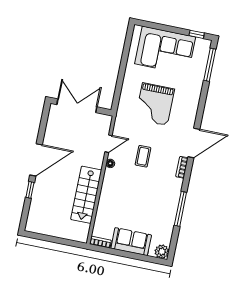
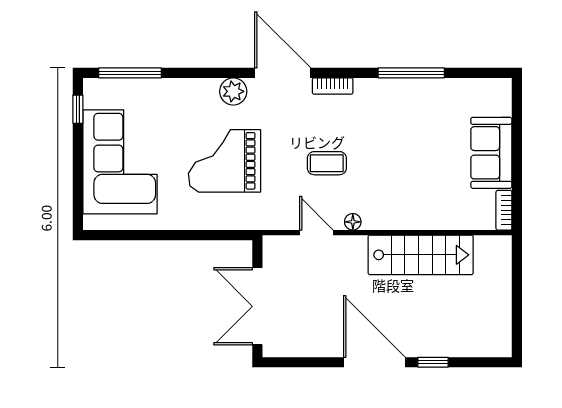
grand piano: (155, 104) -> (225, 161), turned 180
plant: (162, 252) -> (233, 91), moved

